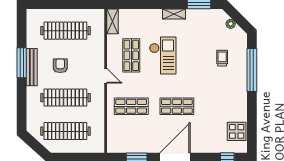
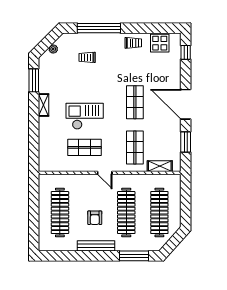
shelving: (112, 21) -> (160, 166), moved
window: (22, 63) -> (134, 256), moved
armchair: (60, 66) -> (95, 218), turned -90
door: (106, 76) -> (105, 173), swing flipped
trolley: (237, 105) -> (133, 43), added

